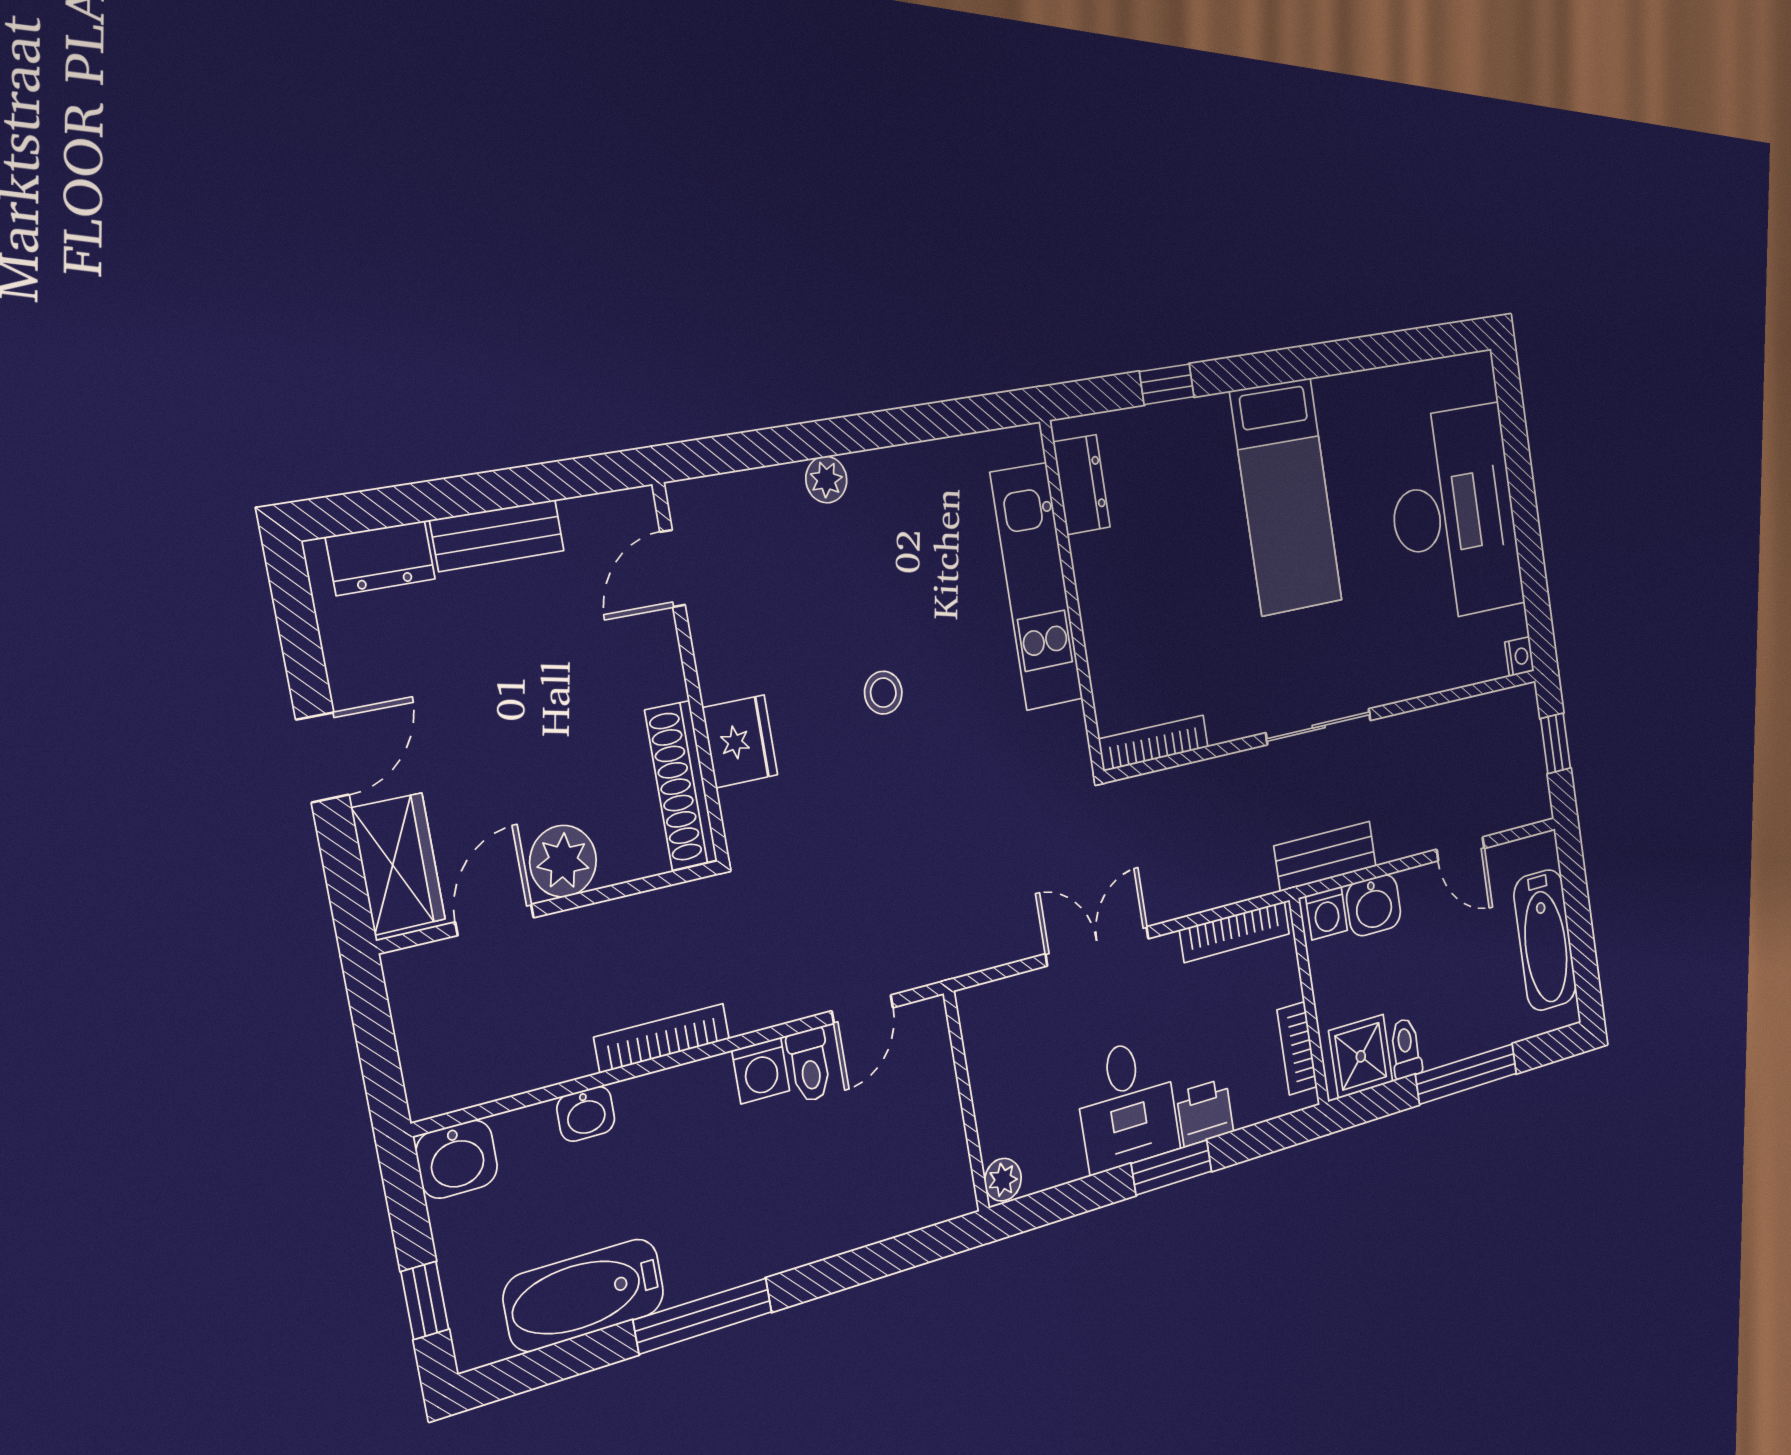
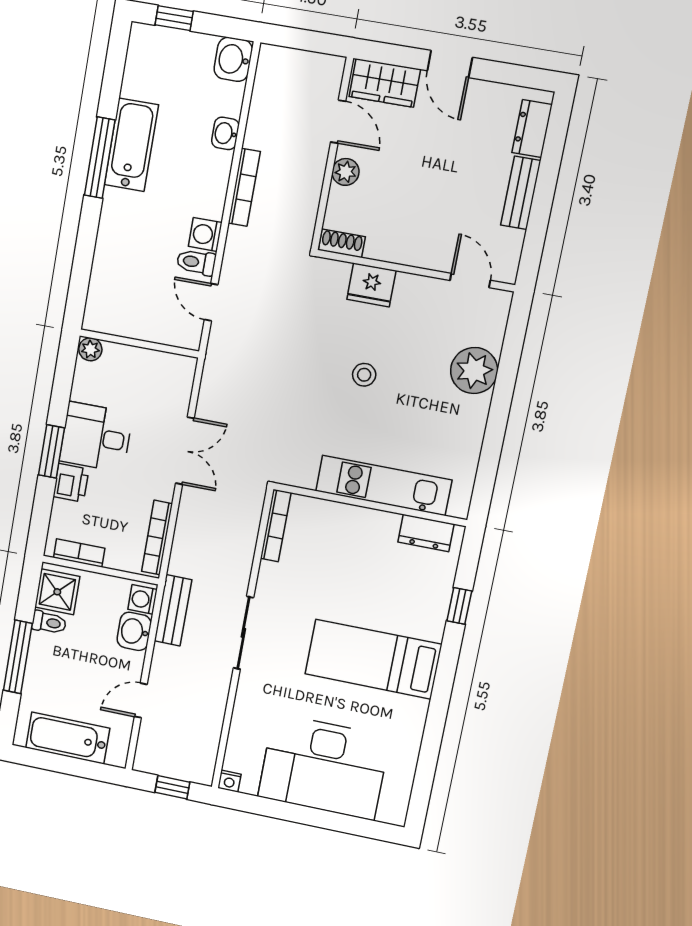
plant: (826, 480) -> (474, 370), width x1.88, depth x1.88
shoe rack: (681, 786) -> (342, 243), width x0.51, depth x0.81
plant: (563, 861) -> (346, 172), width x0.73, depth x0.73
bathtub: (584, 1295) -> (131, 145), moved

